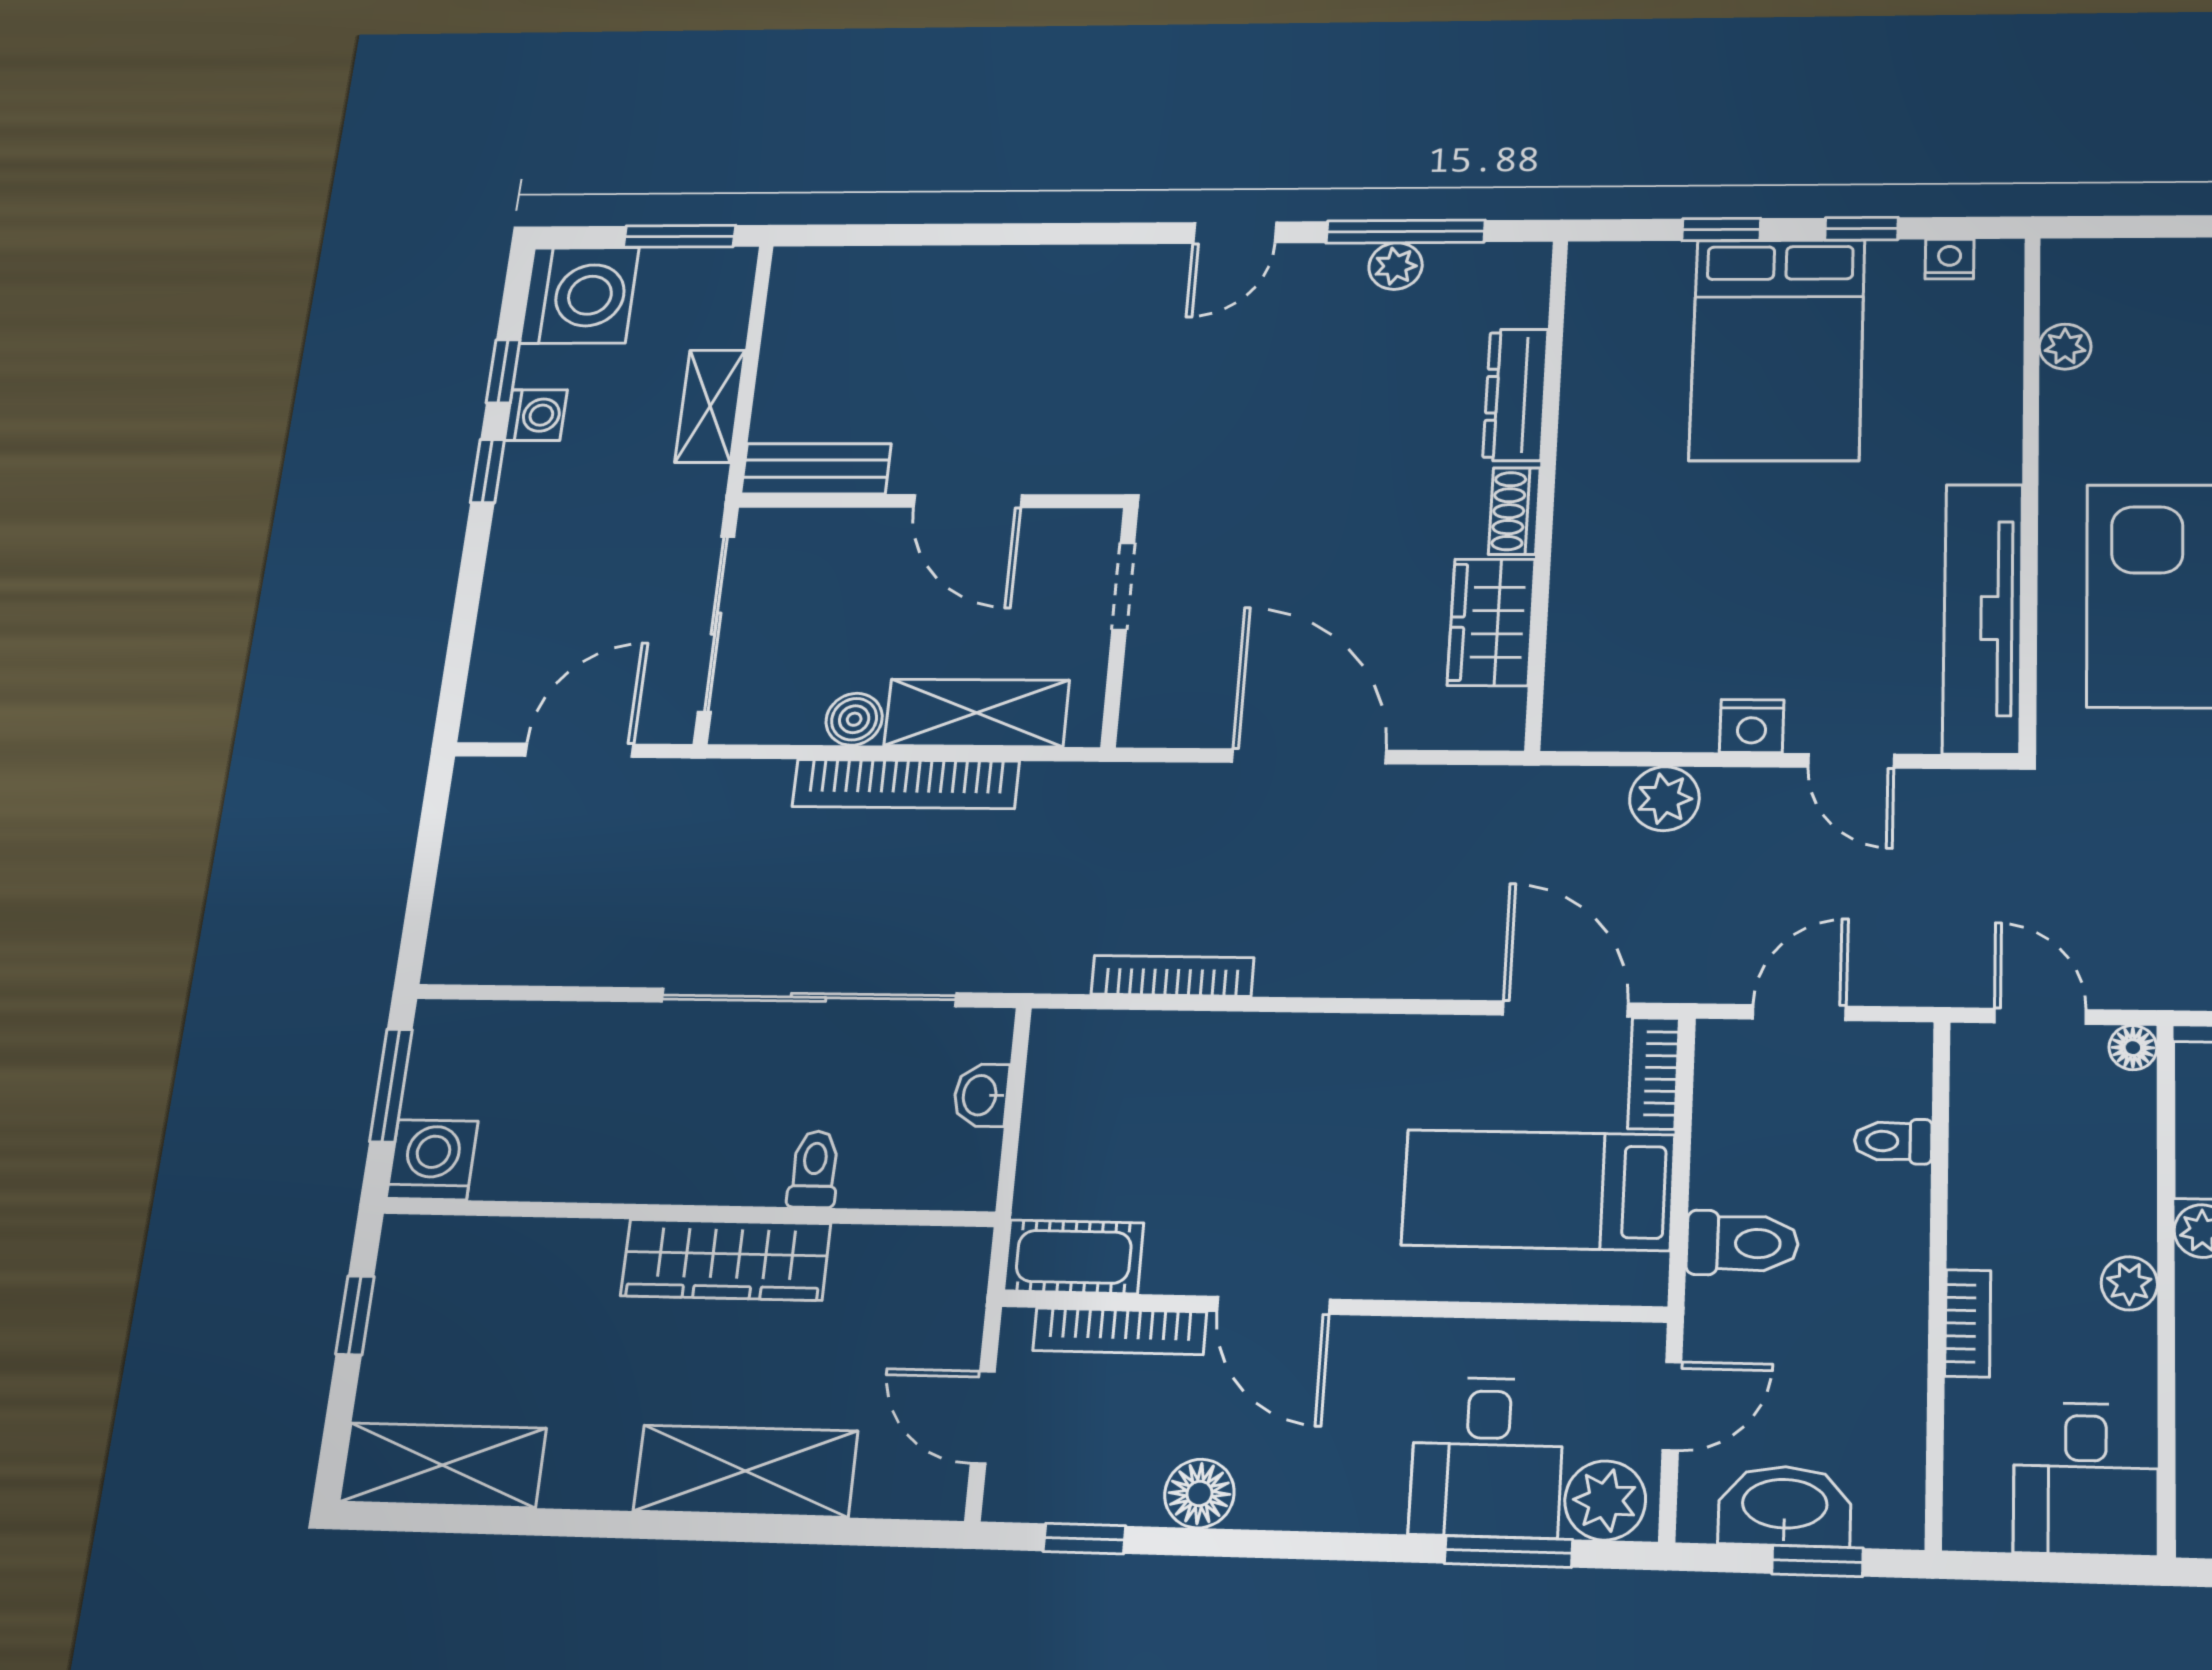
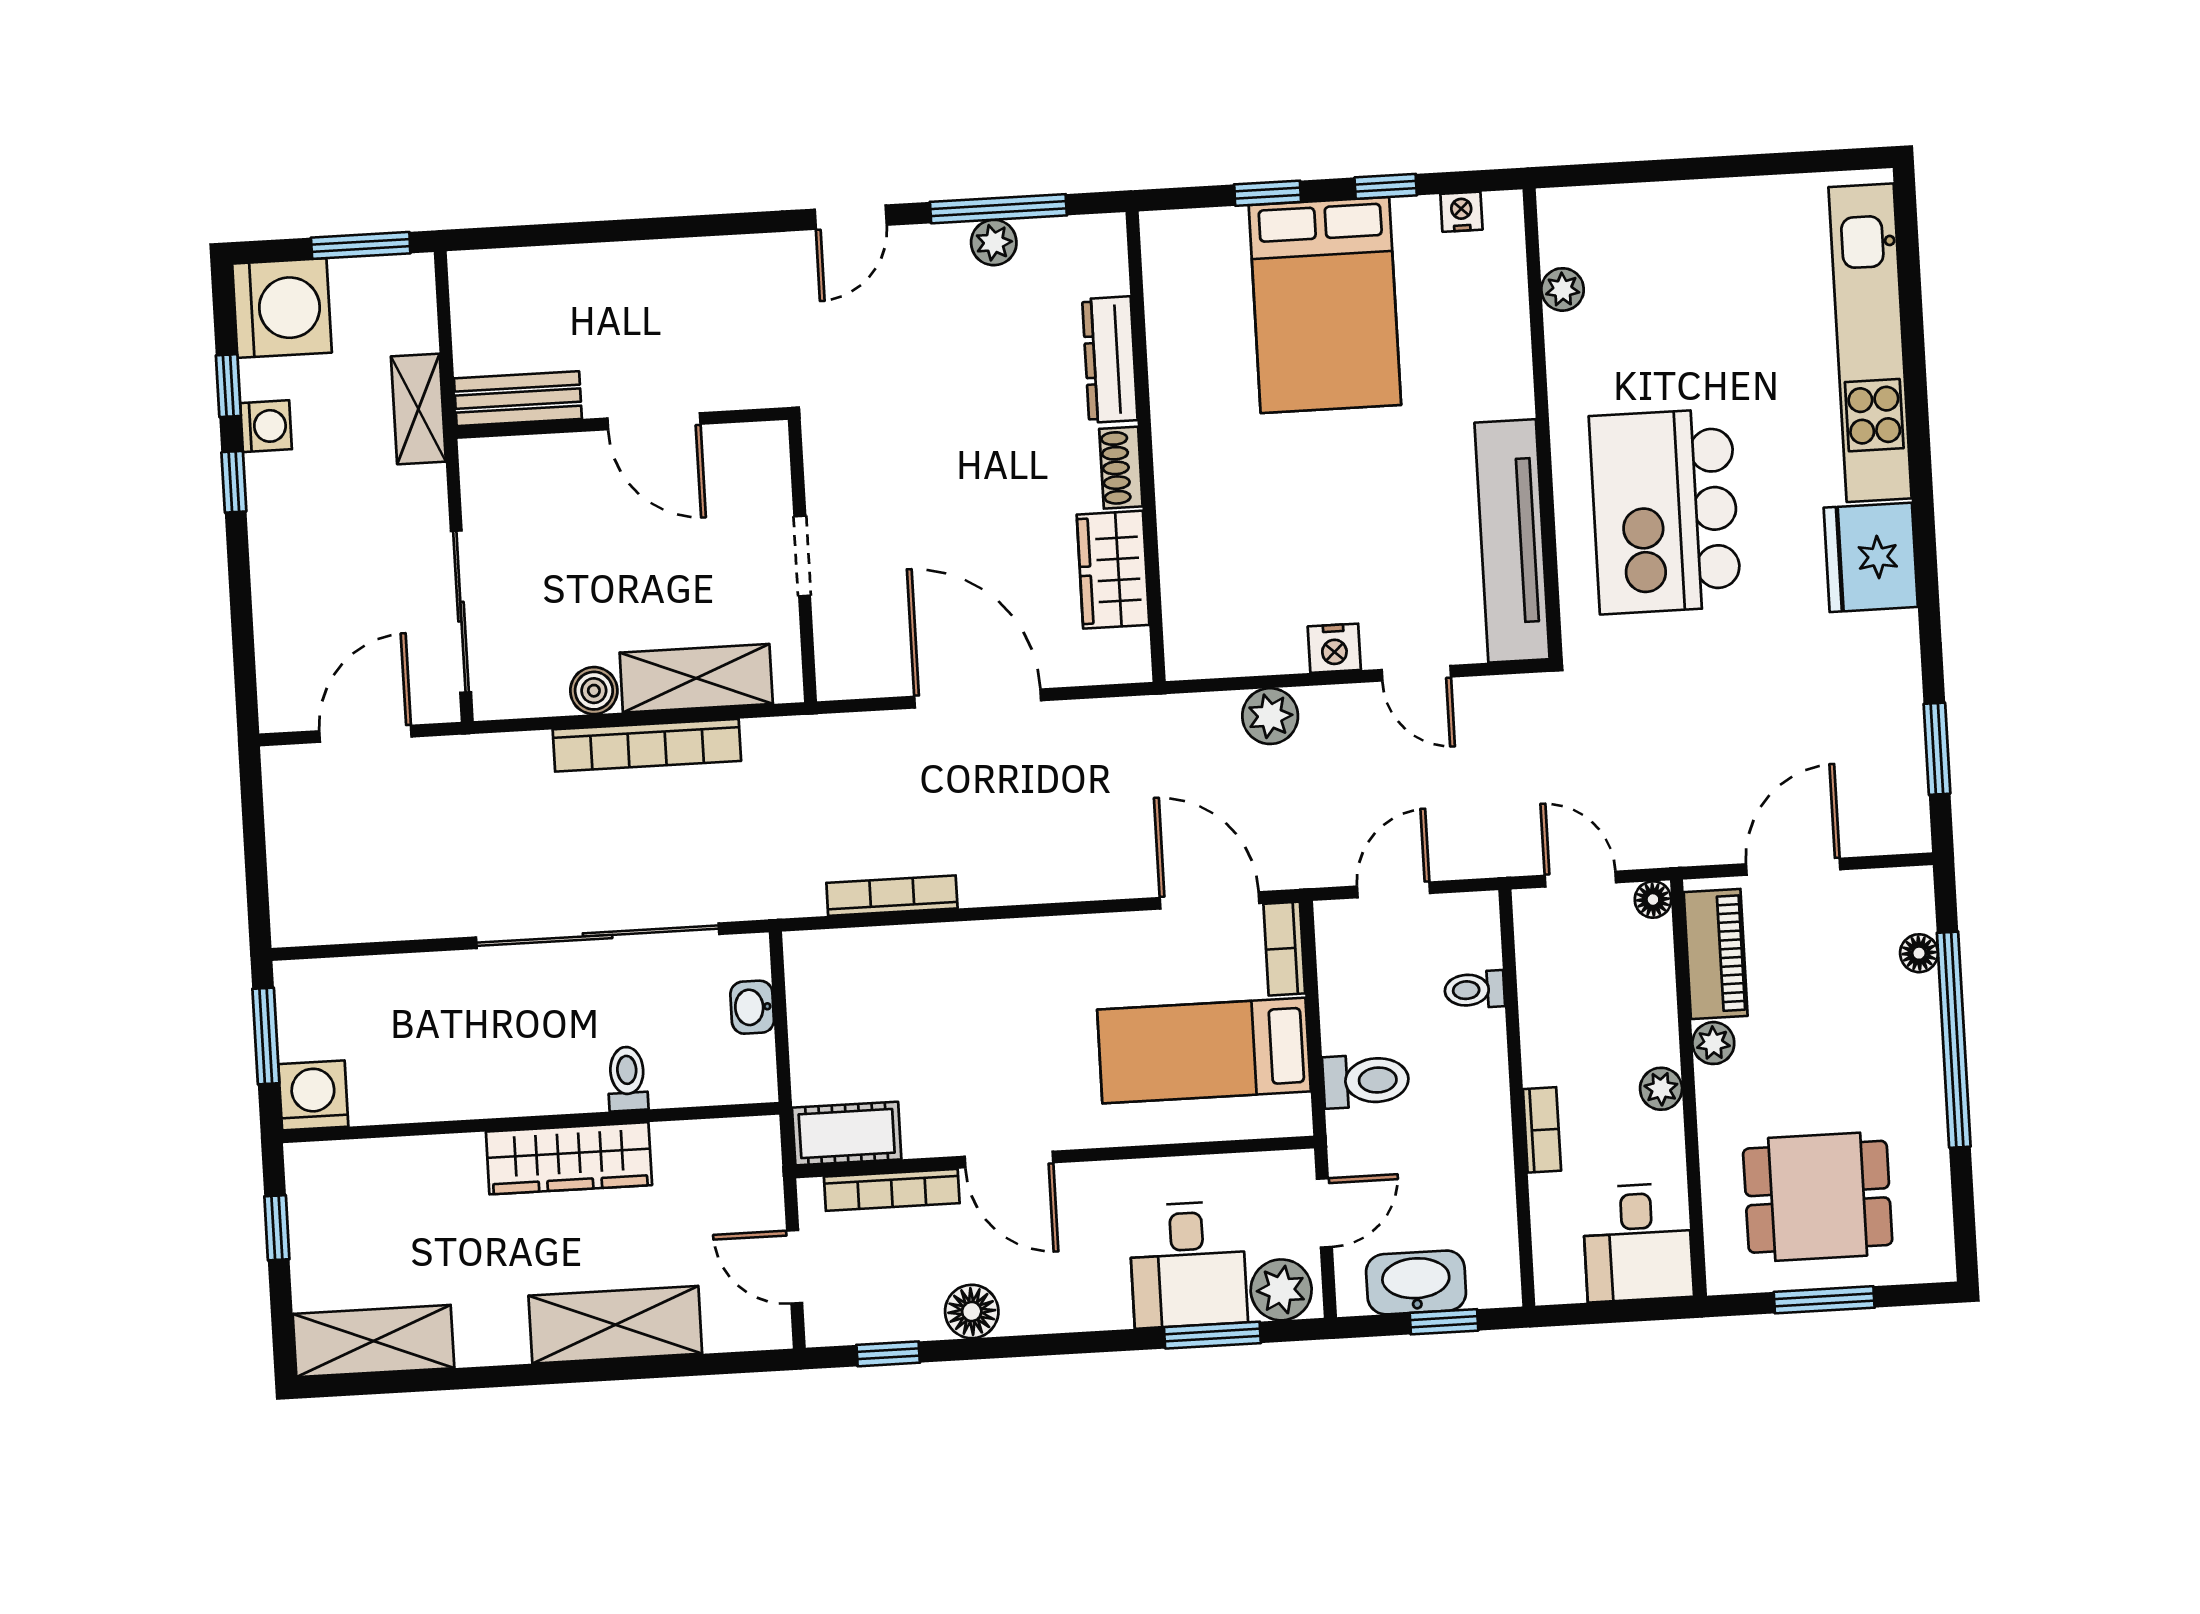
bench: (816, 469) -> (518, 399), moved
wall: (931, 501) -> (622, 423), moved
door: (968, 501) -> (654, 421), moved

